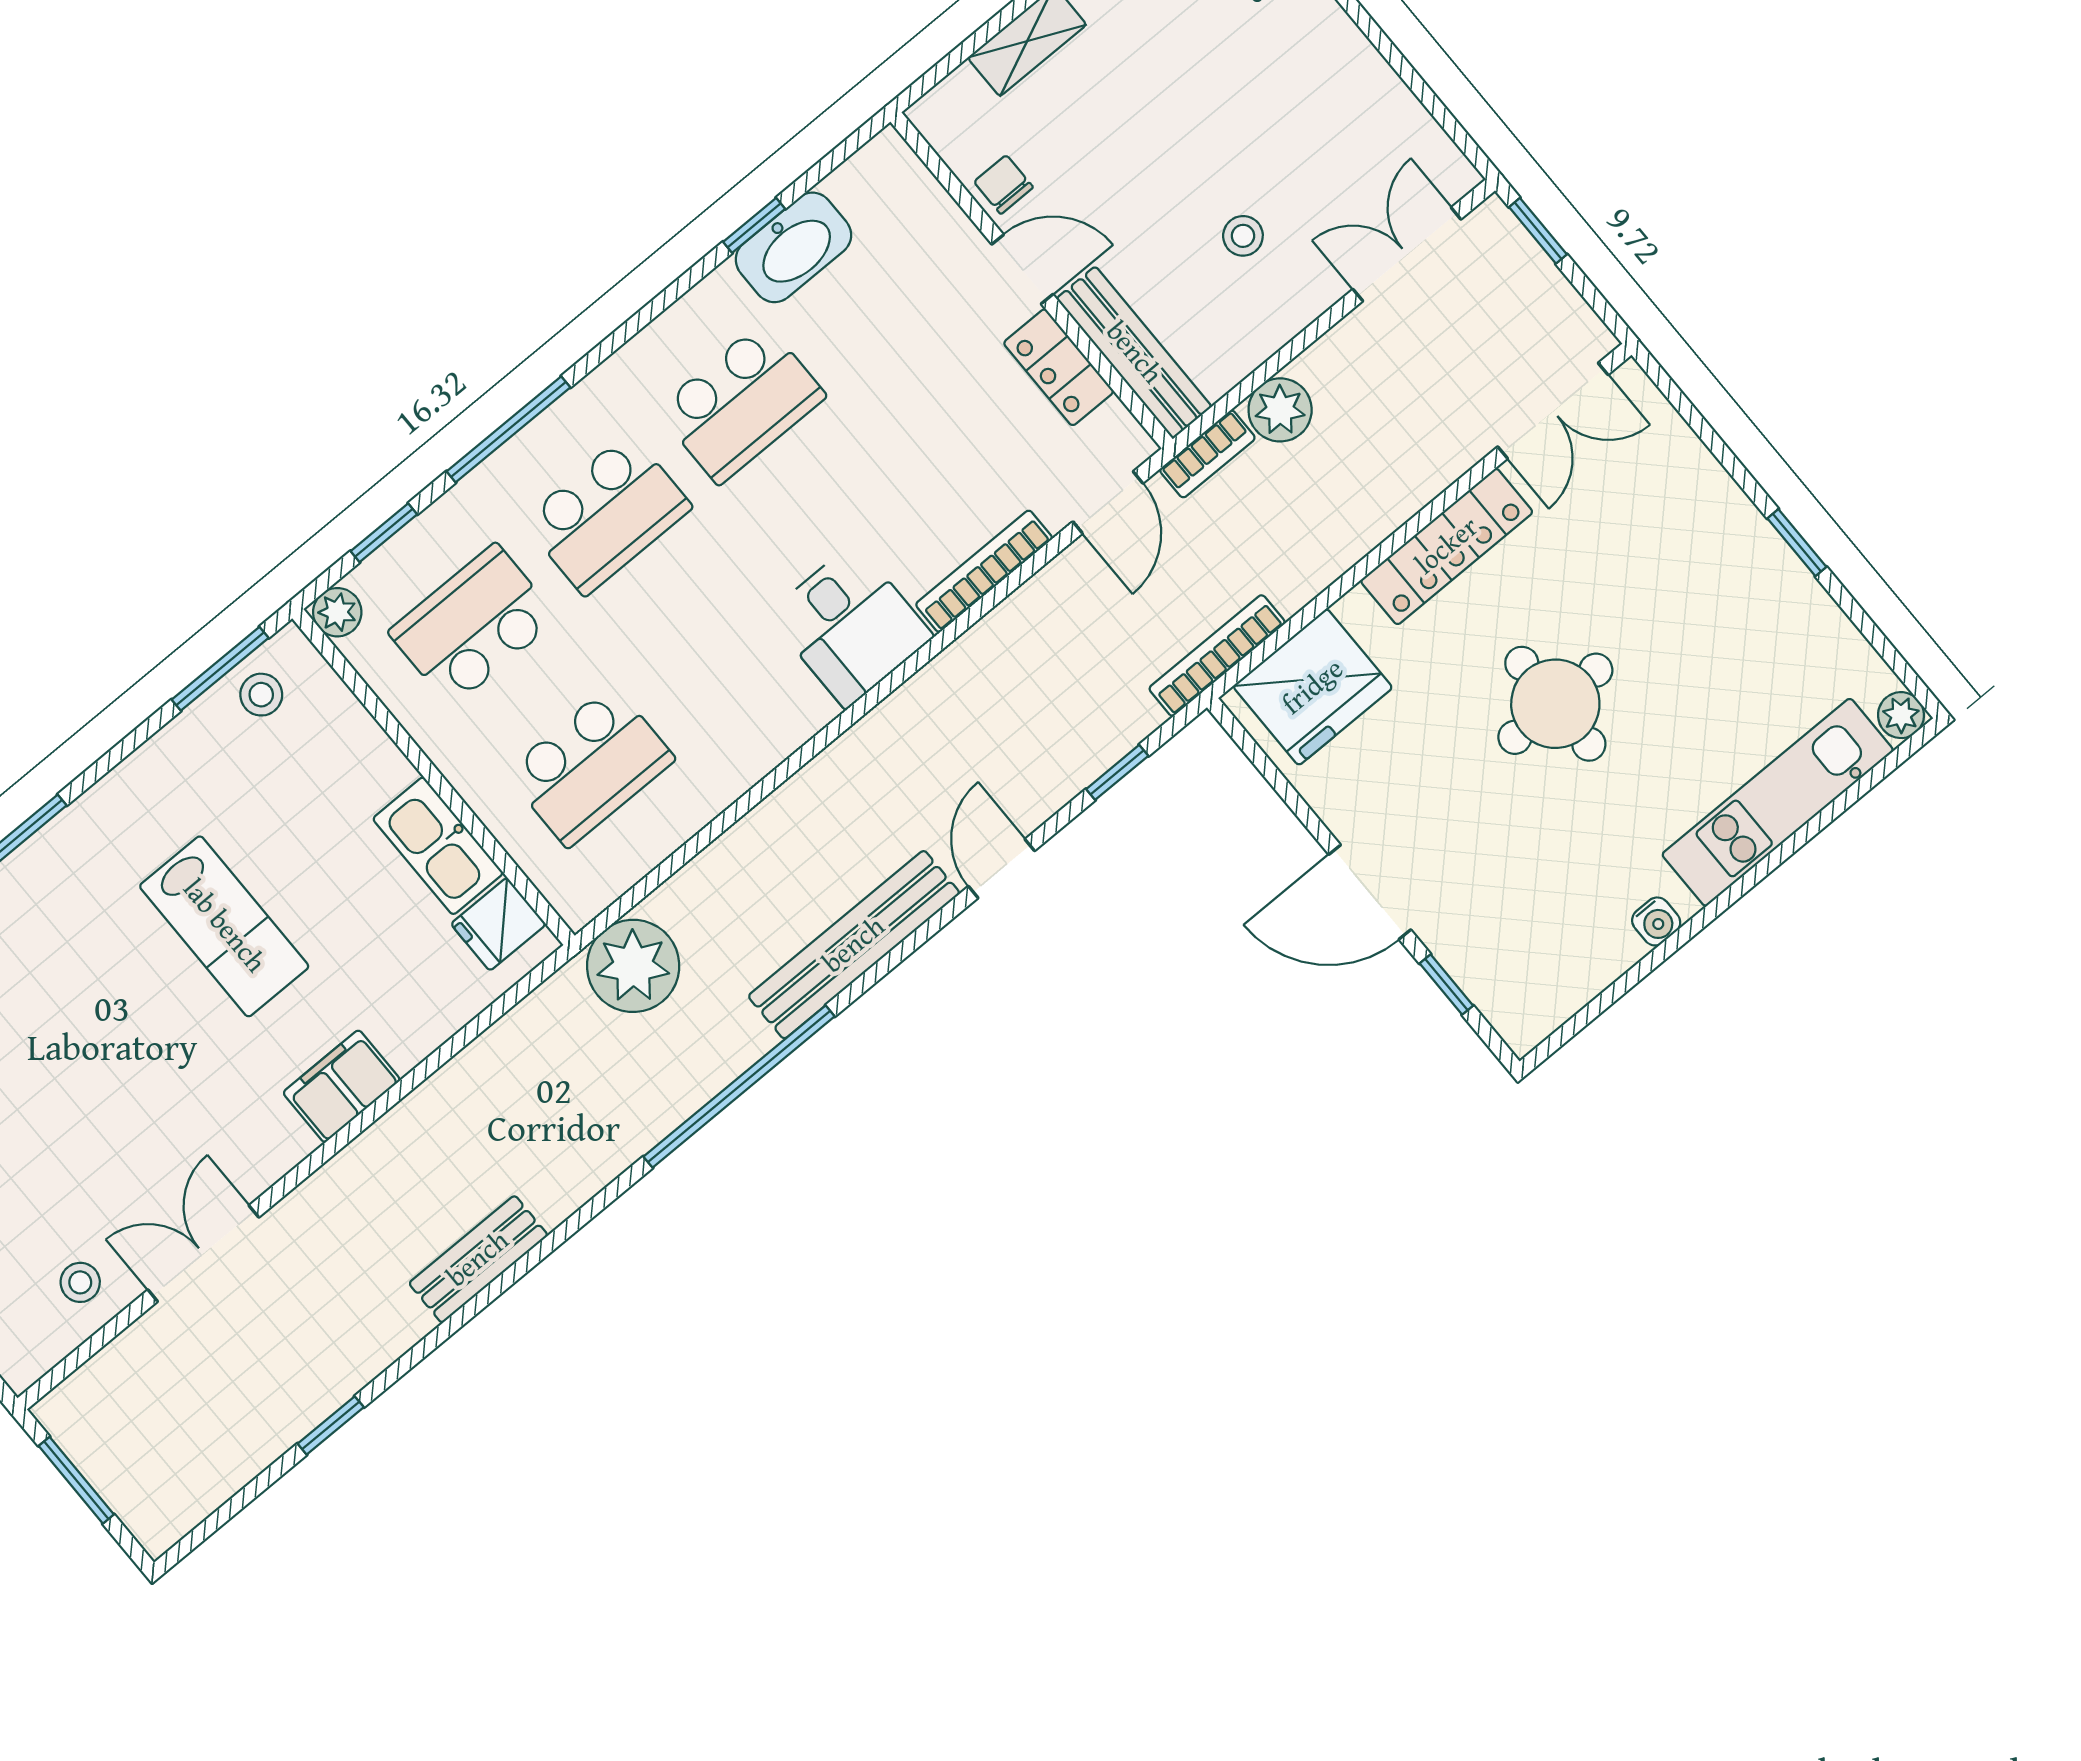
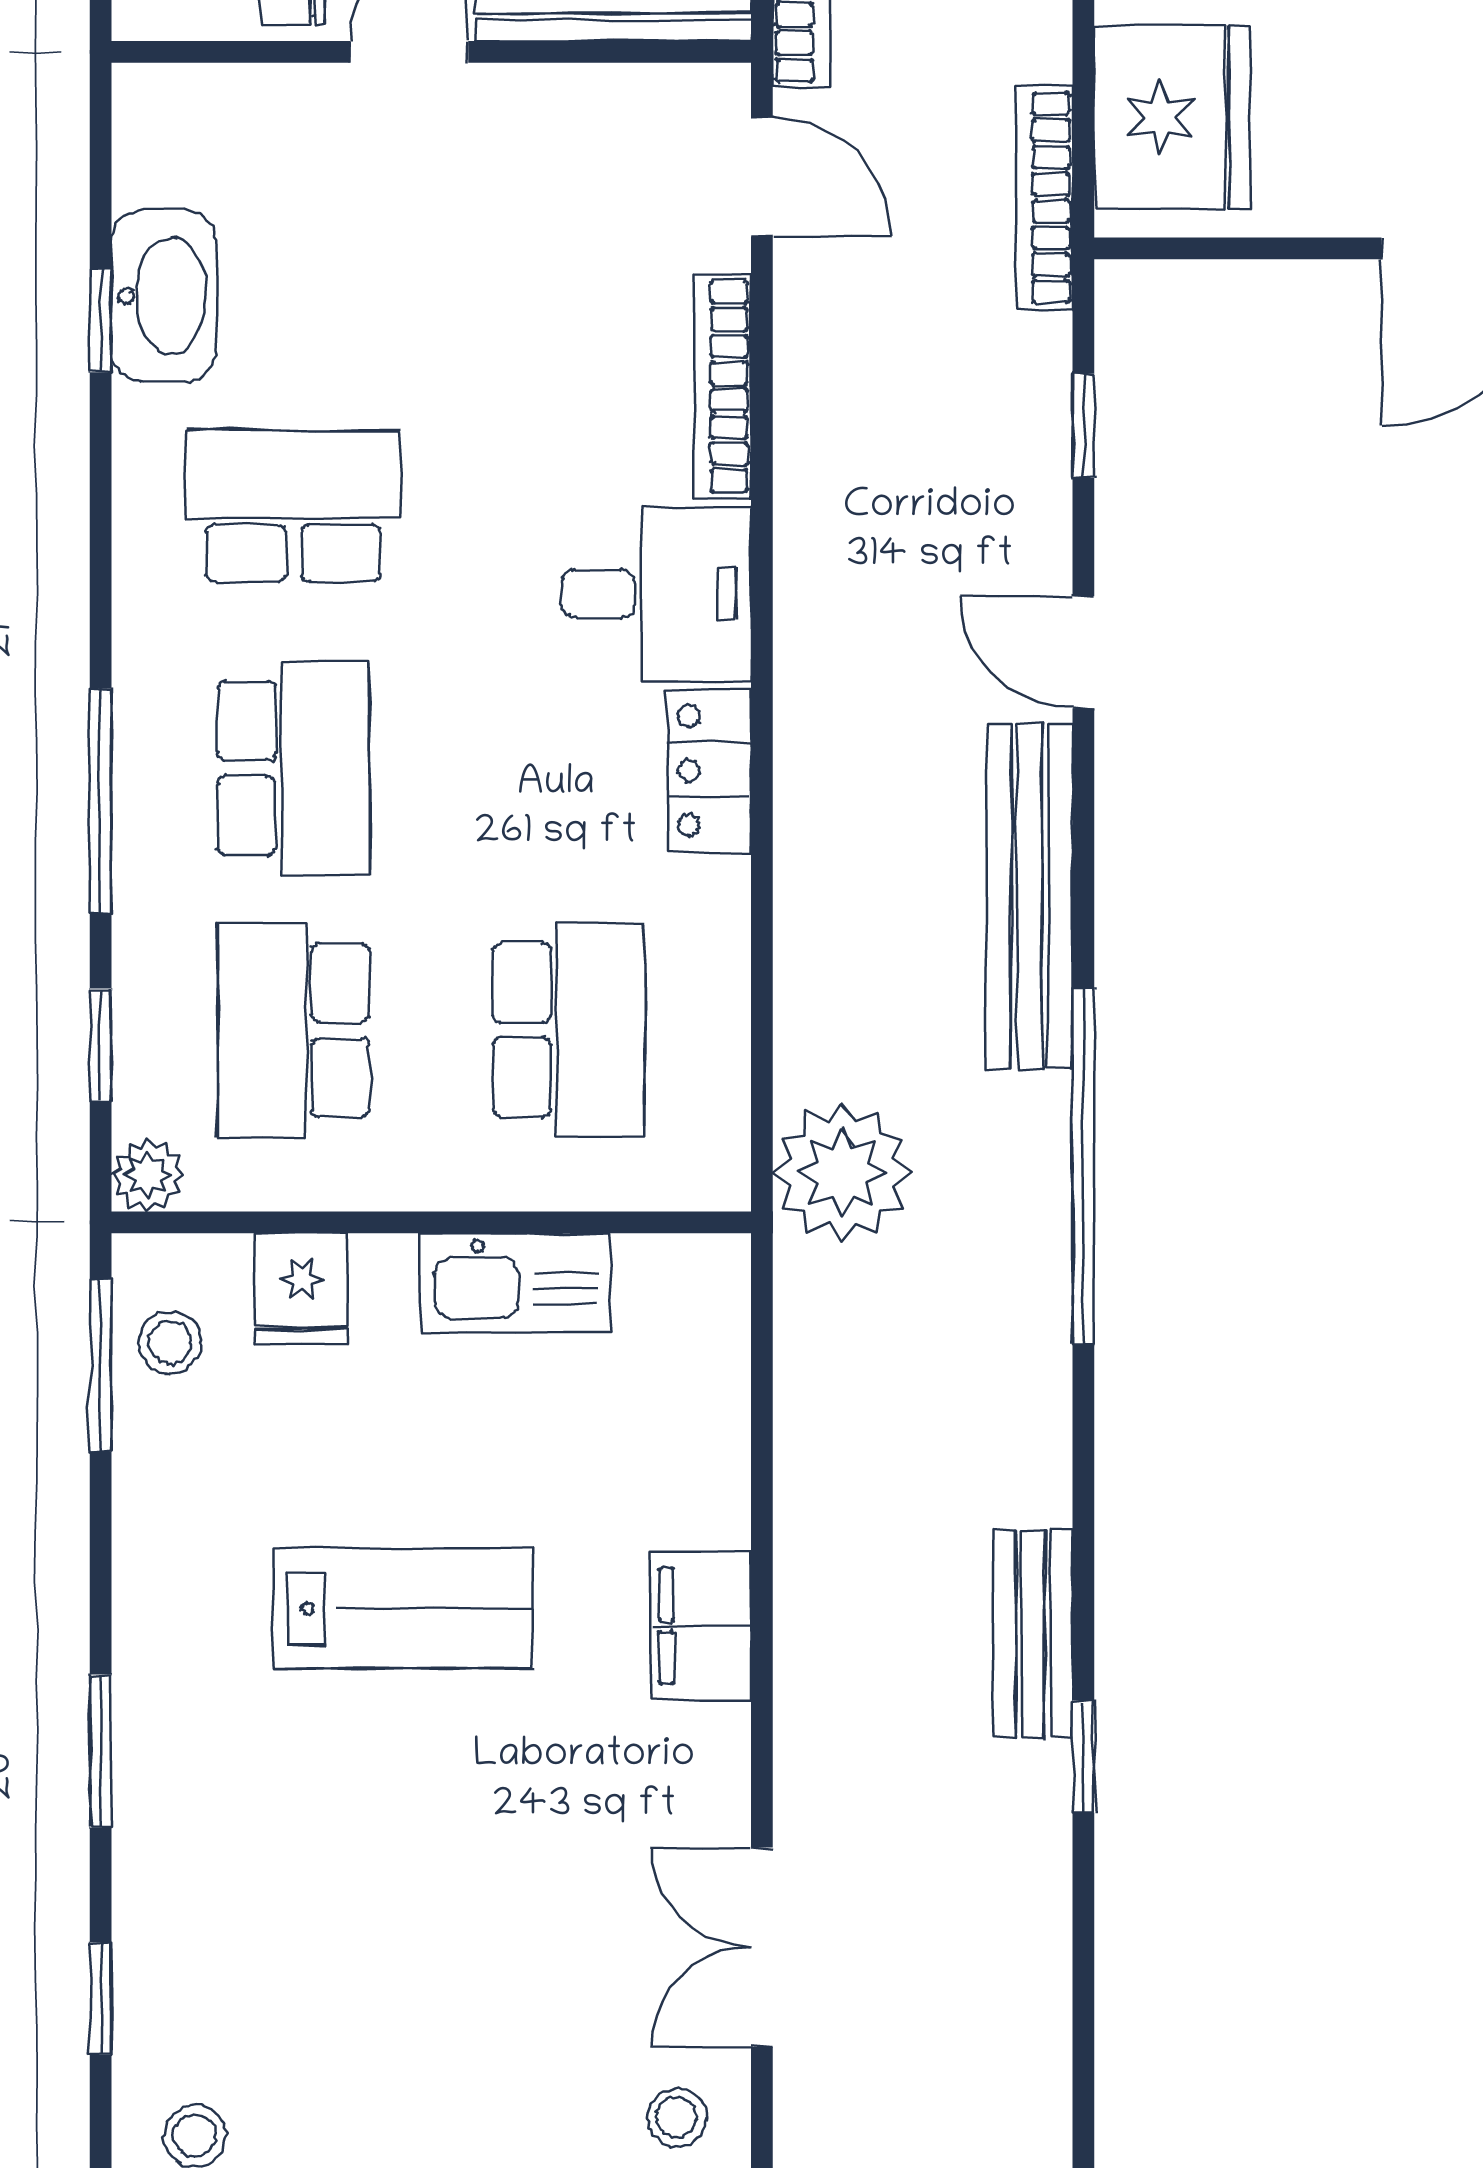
locker: (1059, 367) -> (710, 771), moved, turned 90
school desk: (741, 403) -> (294, 506), turned -90
fridge: (498, 924) -> (301, 1288), moved
window: (331, 1425) -> (1083, 1757), moved

